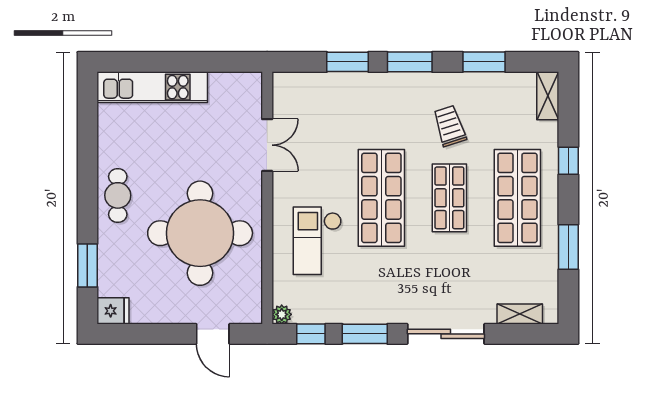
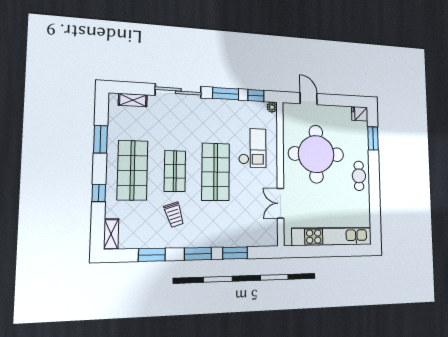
kitchen unit: (152, 87) -> (332, 236), width x1.36

